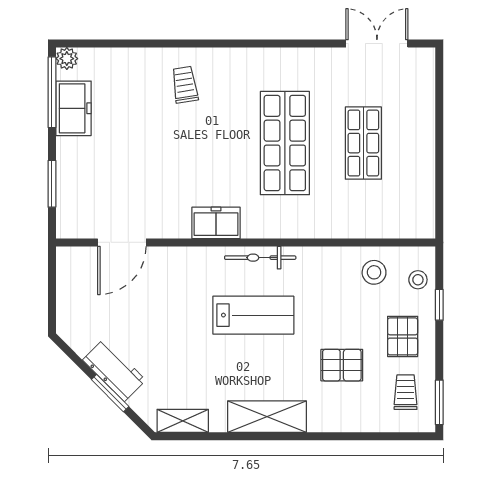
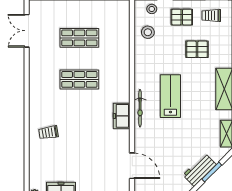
shop shelf: (285, 143) -> (79, 79), width x0.70, depth x0.74
bicycle: (260, 258) -> (140, 108), moved
pallet: (342, 365) -> (197, 49), turned 90

